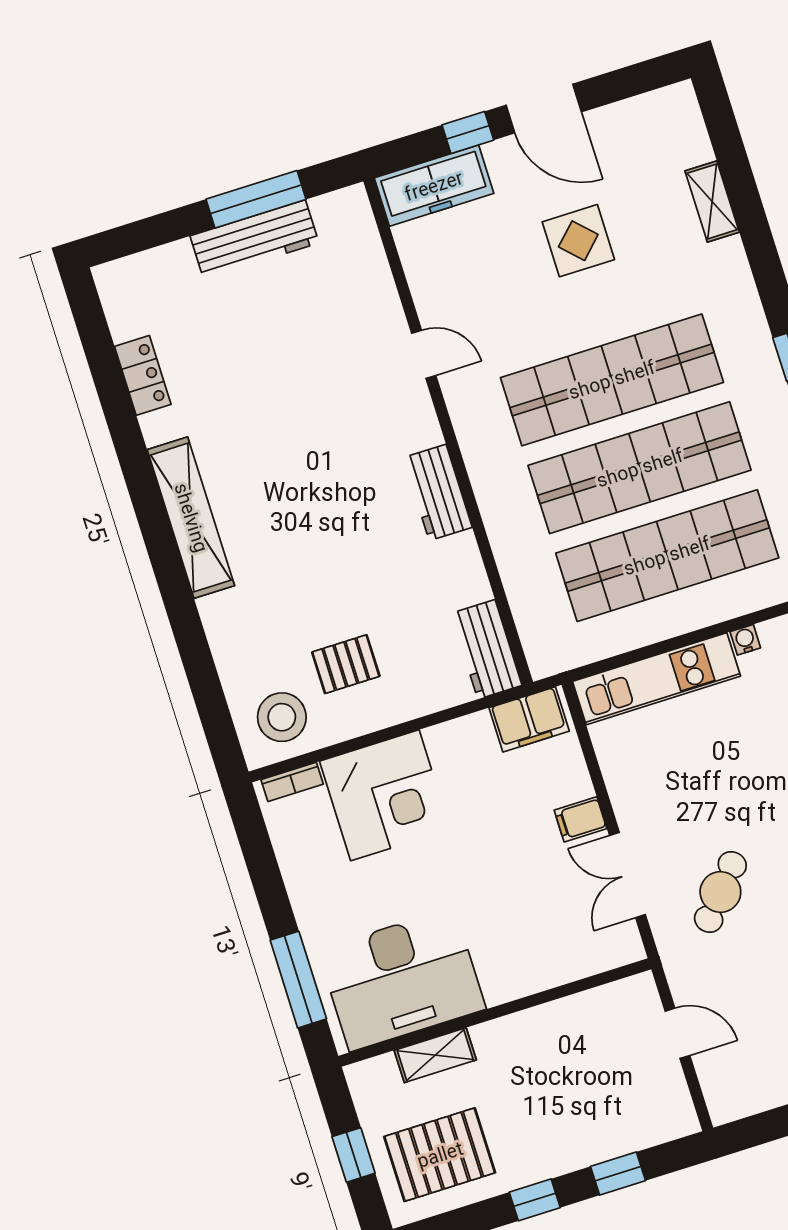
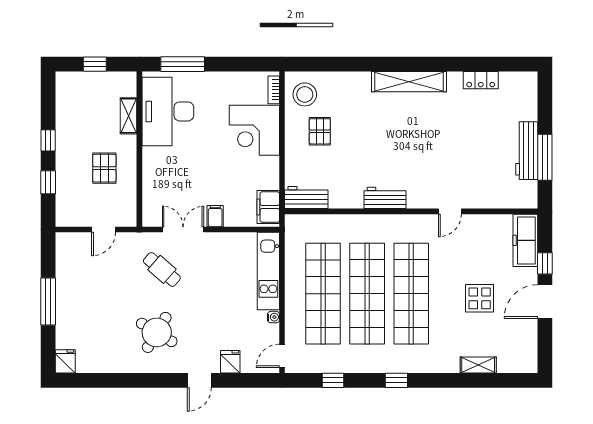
pallet: (440, 1155) -> (104, 168), moved, width x0.67, depth x0.71

